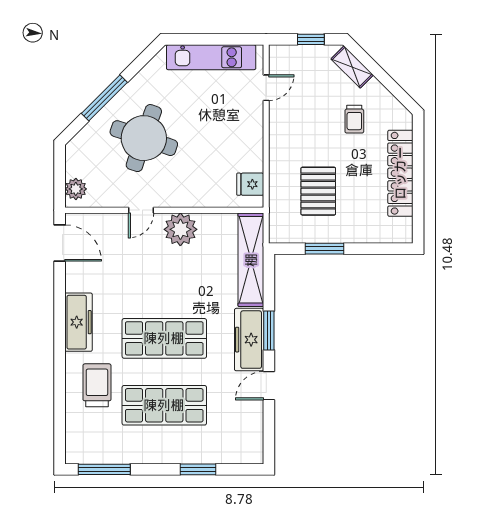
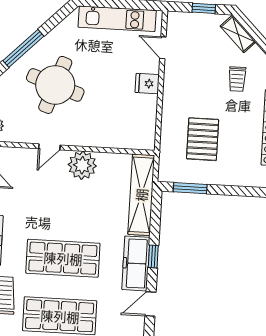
door: (266, 88) -> (163, 48), swing flipped
fridge: (250, 184) -> (147, 84), moved
window: (324, 249) -> (190, 188), moved
window: (269, 330) -> (153, 257), width x0.67

